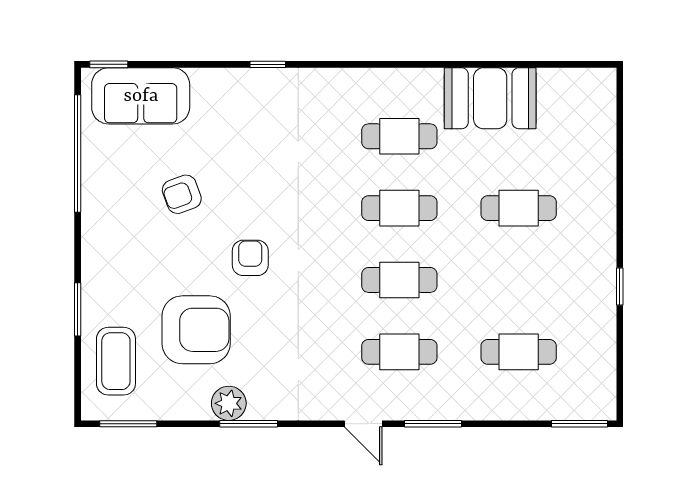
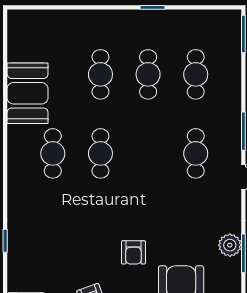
armchair: (250, 258) -> (133, 252), turned -90
cafe table: (399, 280) -> (148, 74), moved
plant: (229, 403) -> (230, 245), moved

